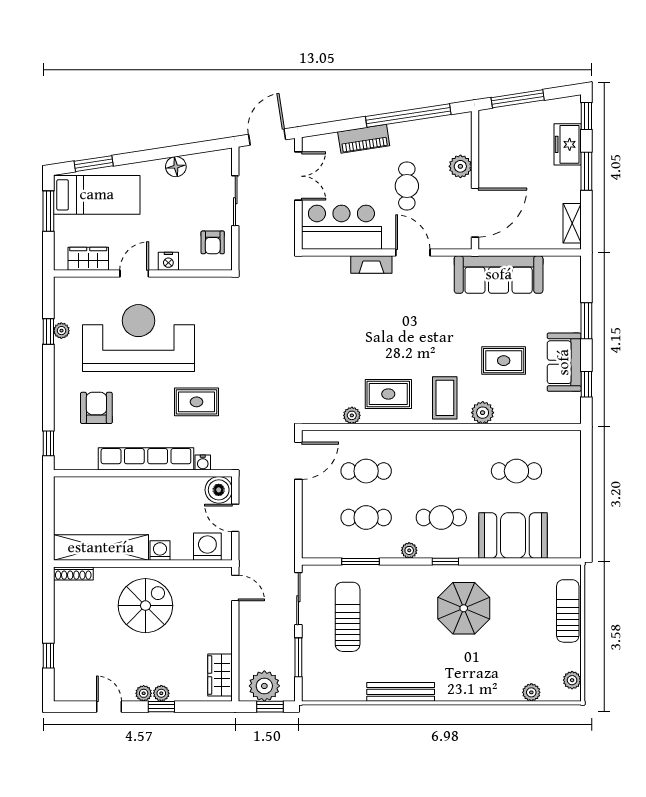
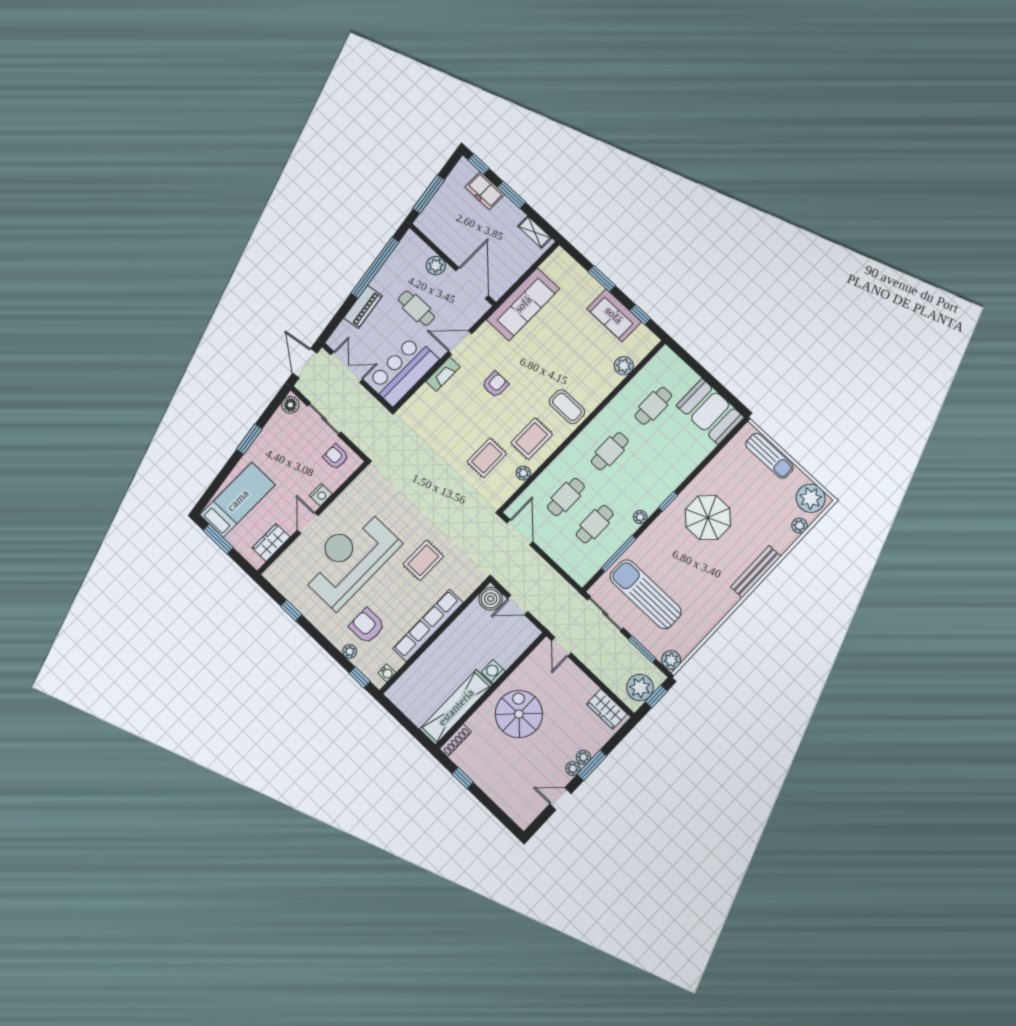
window: (94, 164) -> (249, 439), moved
floor lamp: (176, 167) -> (290, 405), moved
armchair: (213, 242) -> (336, 457), turned 180
armchair: (405, 318) -> (495, 384), added
plant: (61, 331) -> (350, 651), moved
rug: (504, 361) -> (487, 458), moved
plant: (483, 413) -> (624, 366), moved
water cooler: (203, 463) -> (387, 673), moved
cafe table: (441, 518) -> (610, 451), moved
booth: (513, 535) -> (710, 411), moved, turned 90
washing machine: (207, 547) -> (519, 640), removed
window: (361, 562) -> (619, 553), width x1.44
door: (235, 588) -> (561, 647), swing flipped
sun lounger: (568, 611) -> (769, 456), turned 180
sun lounger: (348, 617) -> (646, 594), width x1.36, depth x1.34
window: (48, 656) -> (463, 778), moved
plant: (572, 680) -> (811, 498), width x1.88, depth x1.88
plant: (312, 690) -> (671, 660), added
bench: (401, 692) -> (756, 572), moved
window: (161, 707) -> (592, 765), width x1.50

